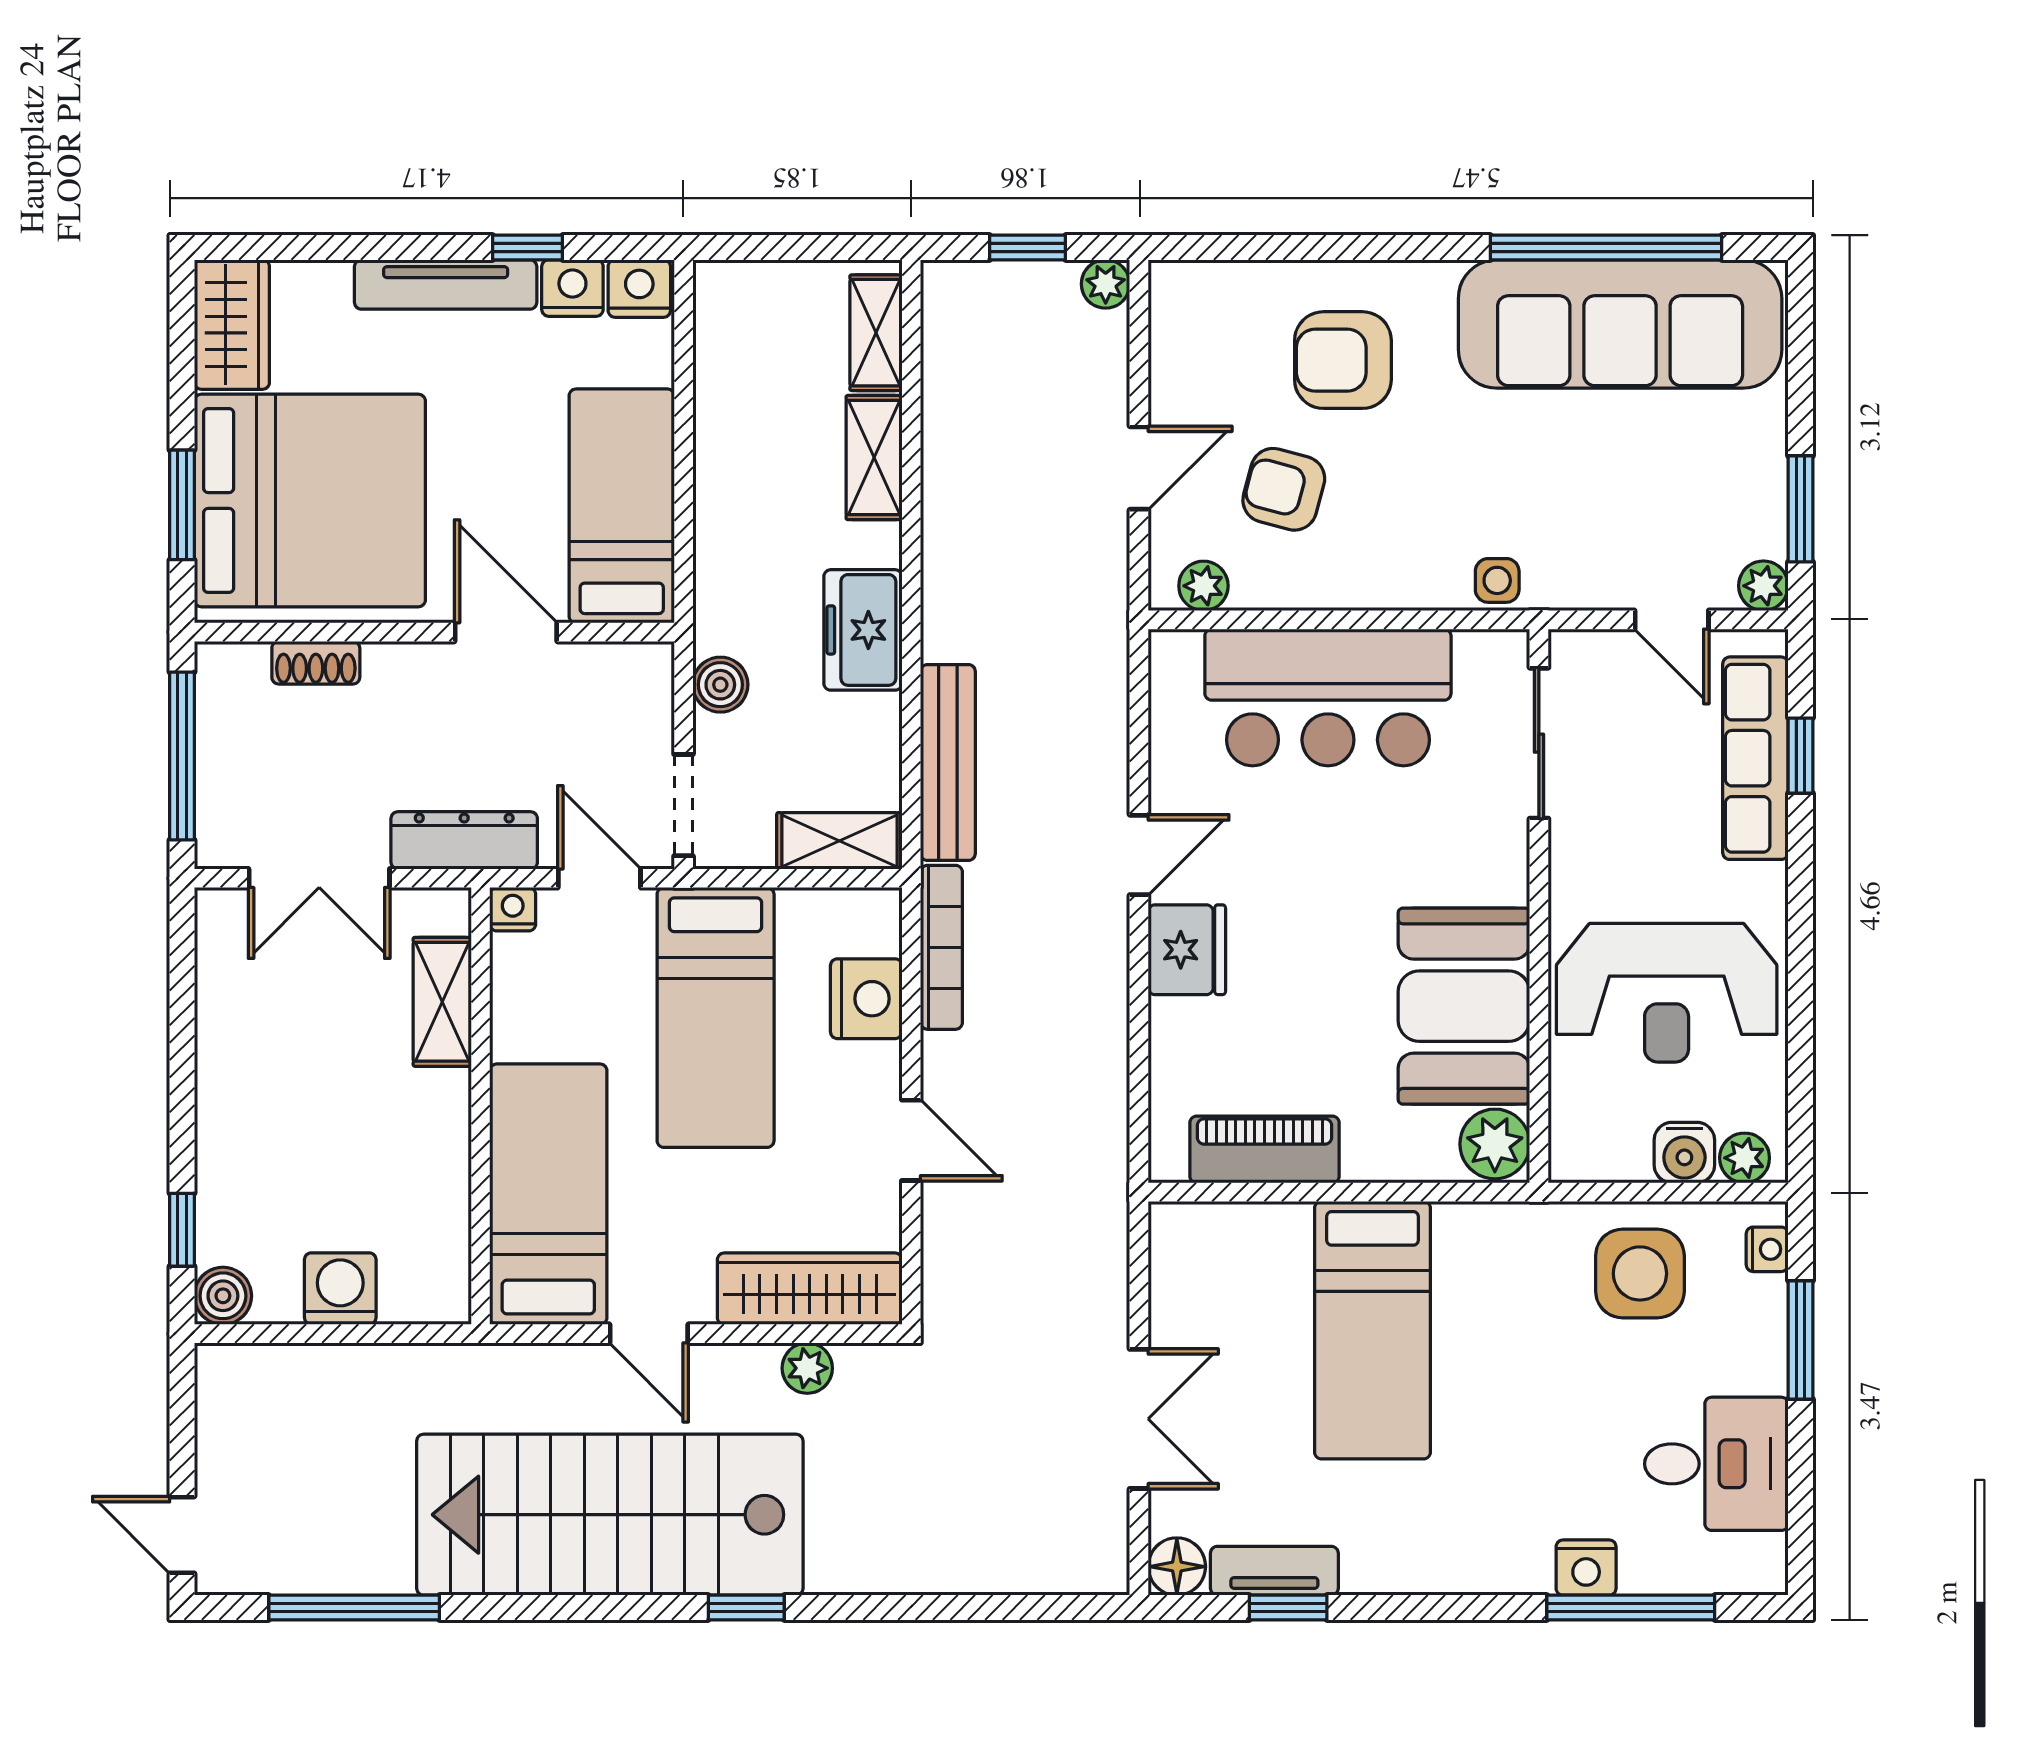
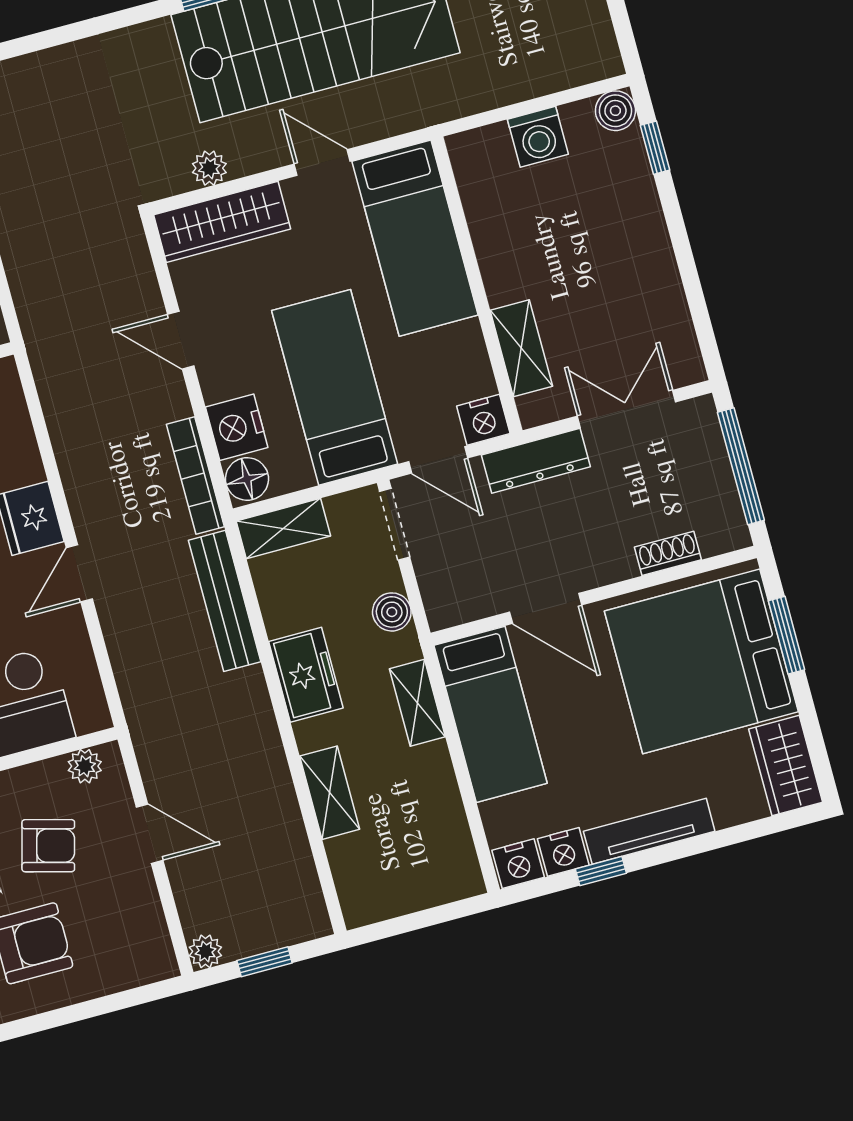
shelving: (876, 333) -> (417, 703), moved
door: (1139, 468) -> (150, 834), swing flipped
nightstand: (513, 909) -> (483, 420), width x1.39, depth x1.35
floor lamp: (871, 923) -> (247, 479), added

